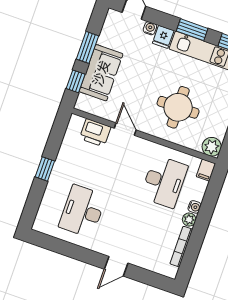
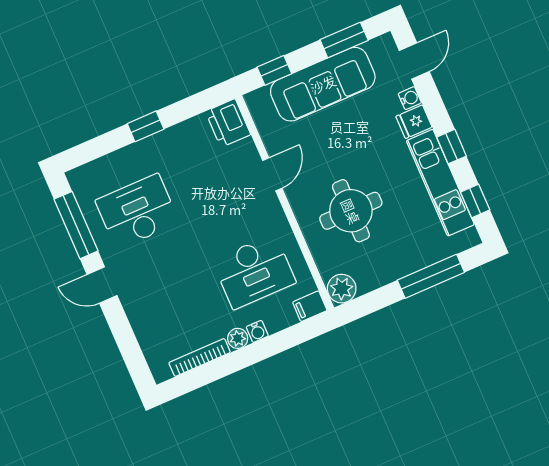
window: (192, 30) -> (451, 147), width x0.67
window: (87, 47) -> (344, 40), moved
sofa: (101, 73) -> (323, 84), width x1.36
printer: (95, 133) -> (228, 123), moved
window: (62, 247) -> (76, 225), added
door: (116, 266) -> (102, 285), moved

